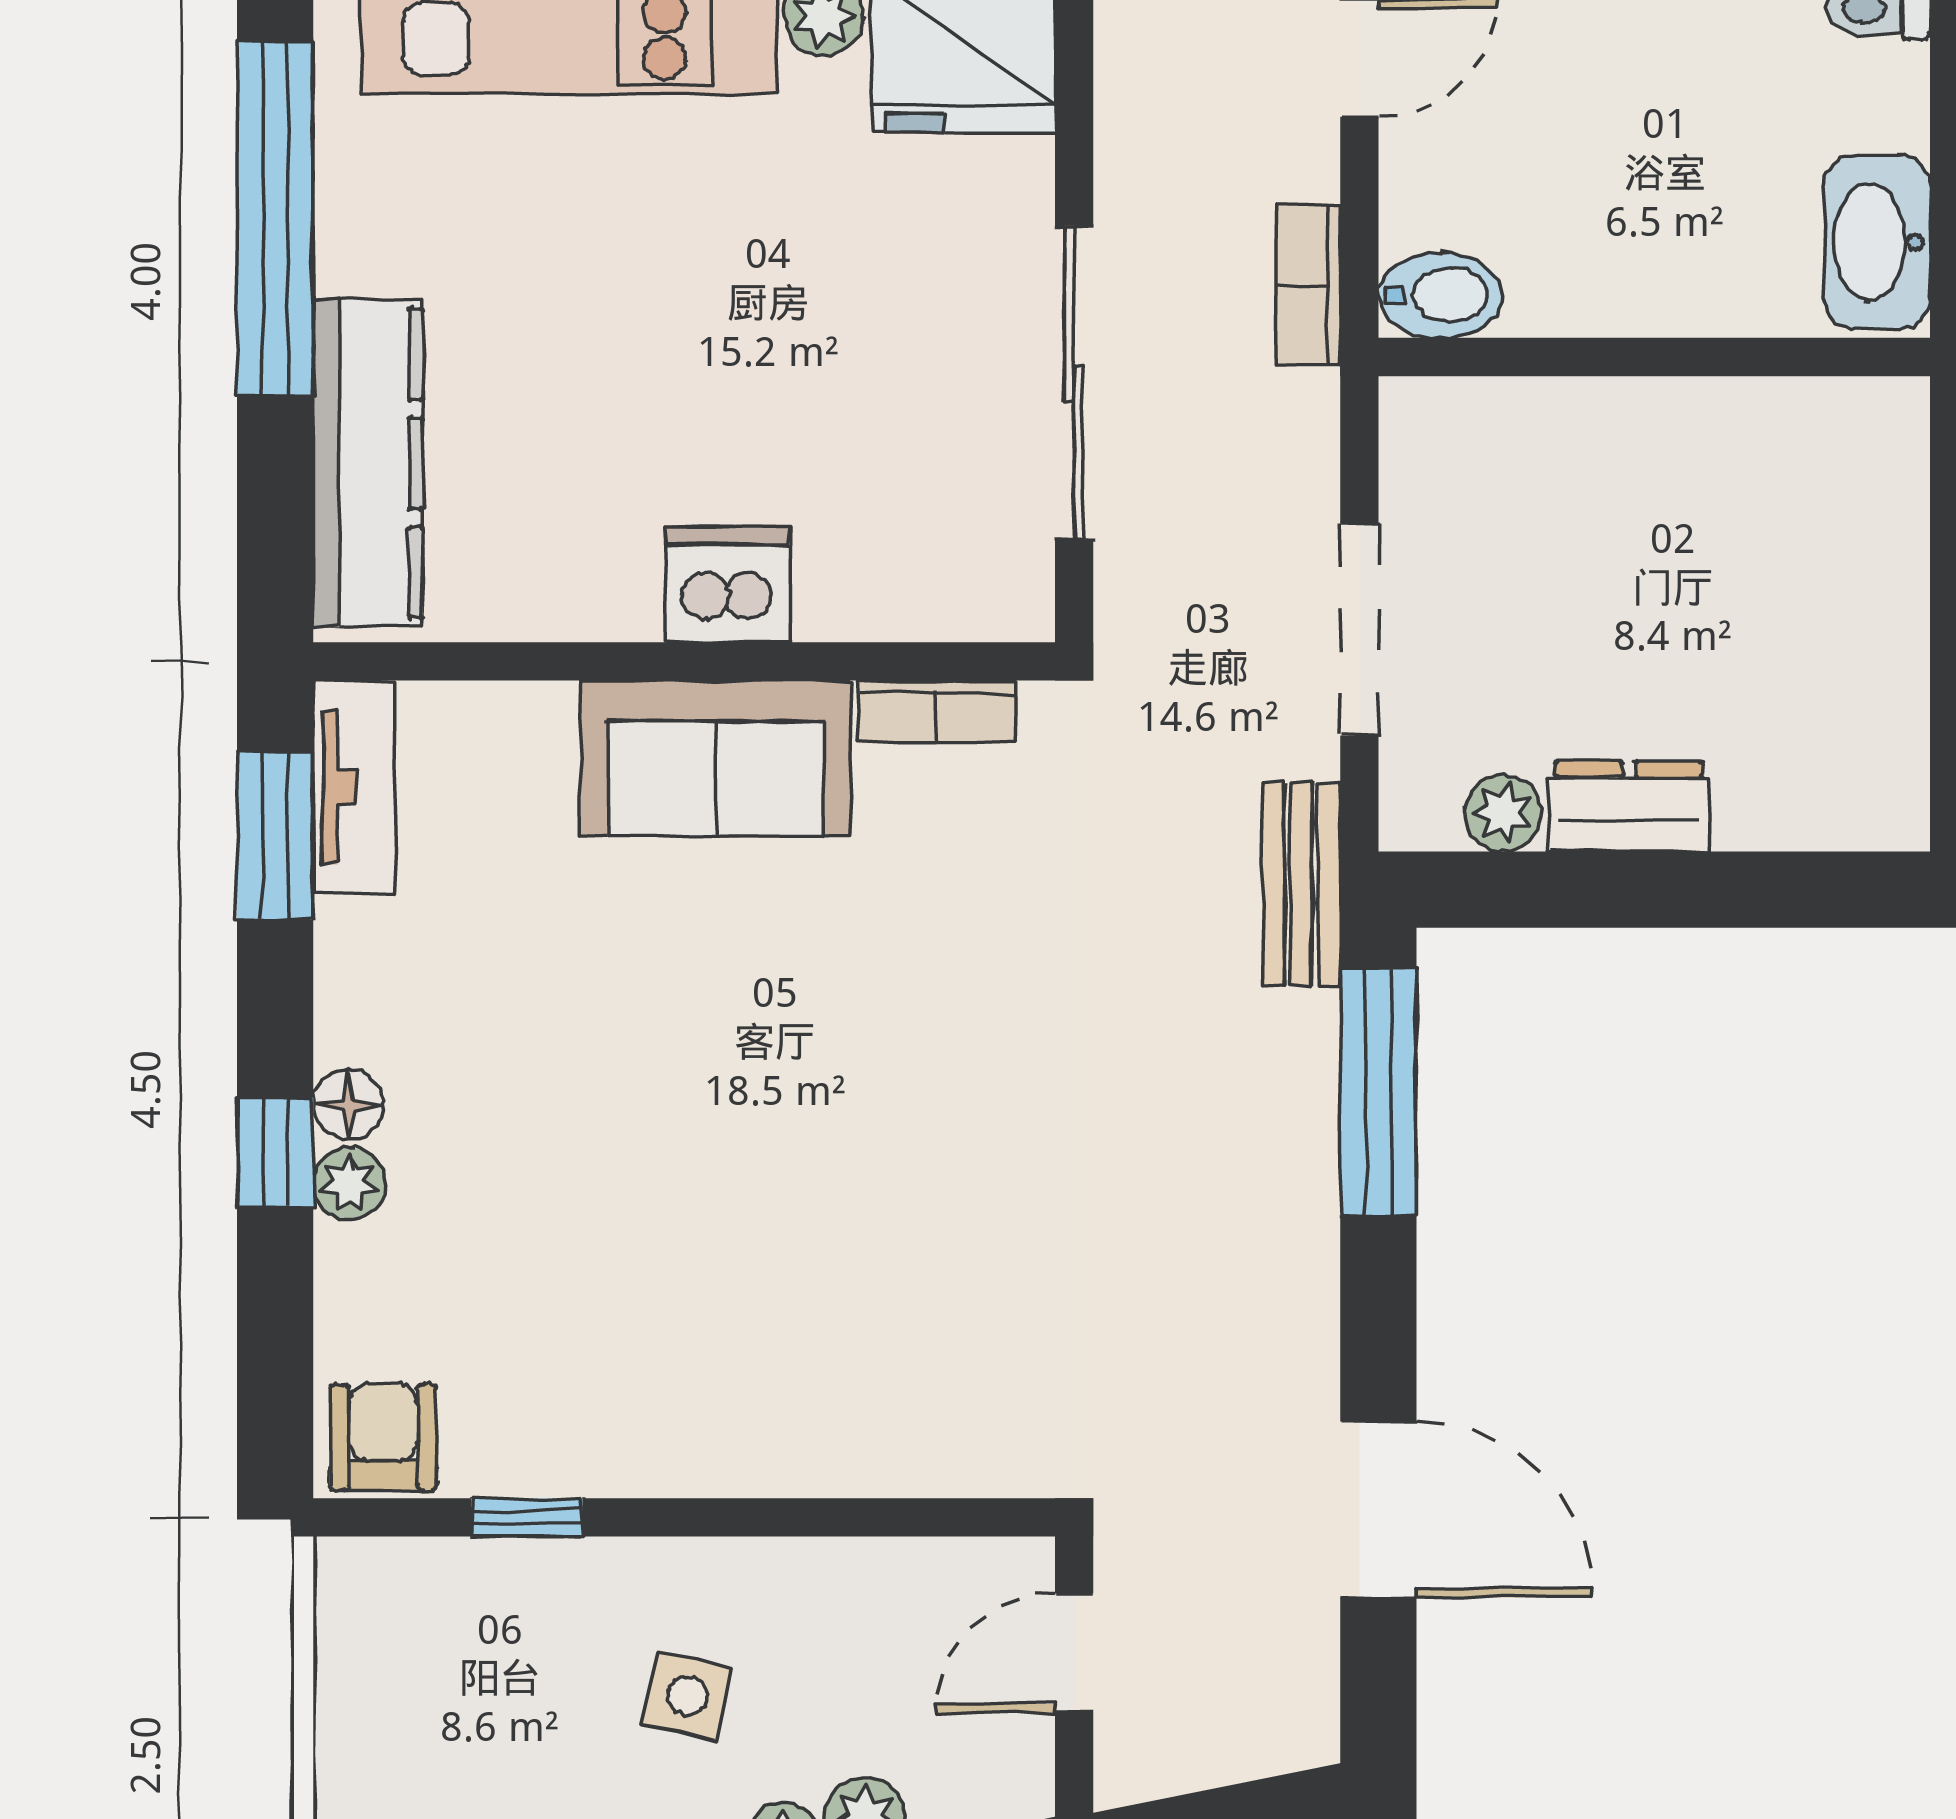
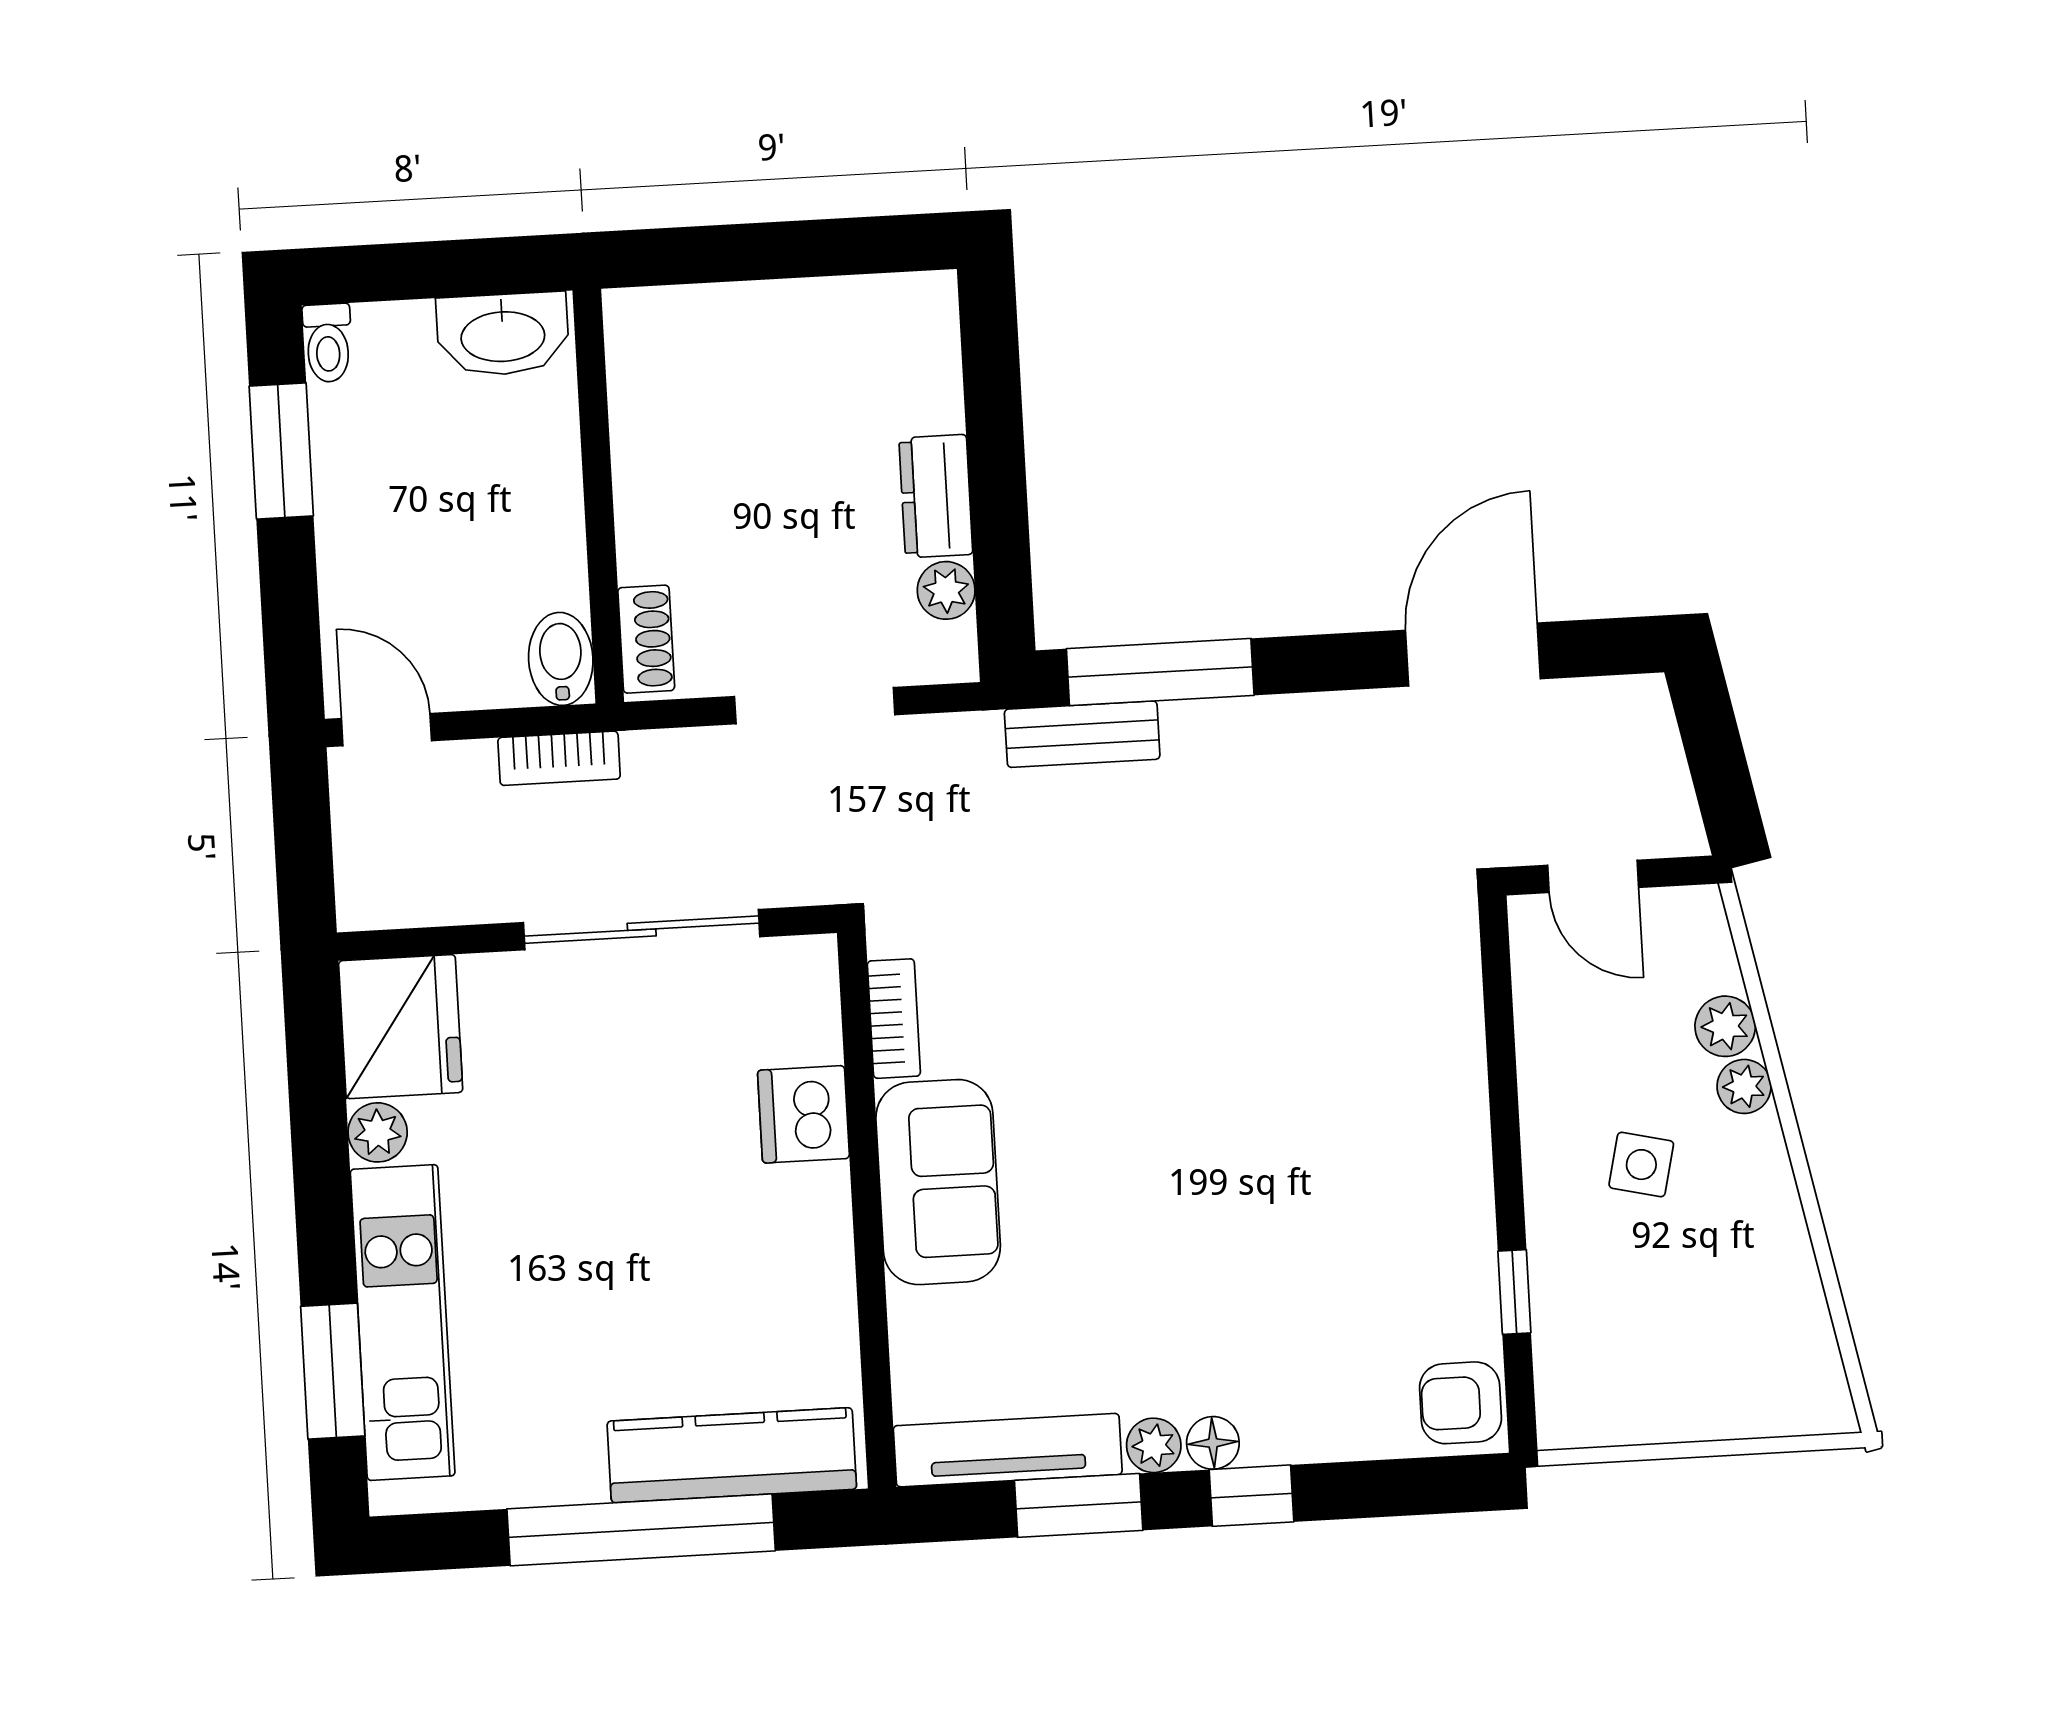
window: (275, 218) -> (641, 1530), moved
shoe rack: (1460, 410) -> (646, 639), added
dishwasher: (728, 584) -> (803, 1114), moved
tv unit: (354, 787) -> (1008, 1450), width x1.41
window: (275, 836) -> (1079, 1505), moved
bench: (1301, 884) -> (1082, 734), moved
plant: (349, 1184) -> (1154, 1445), moved

